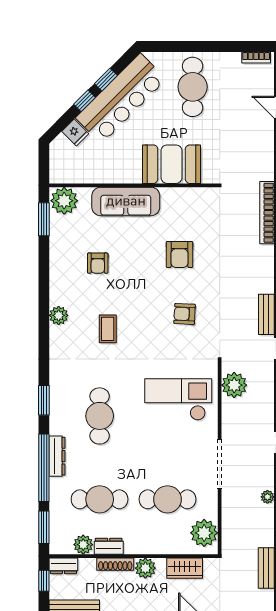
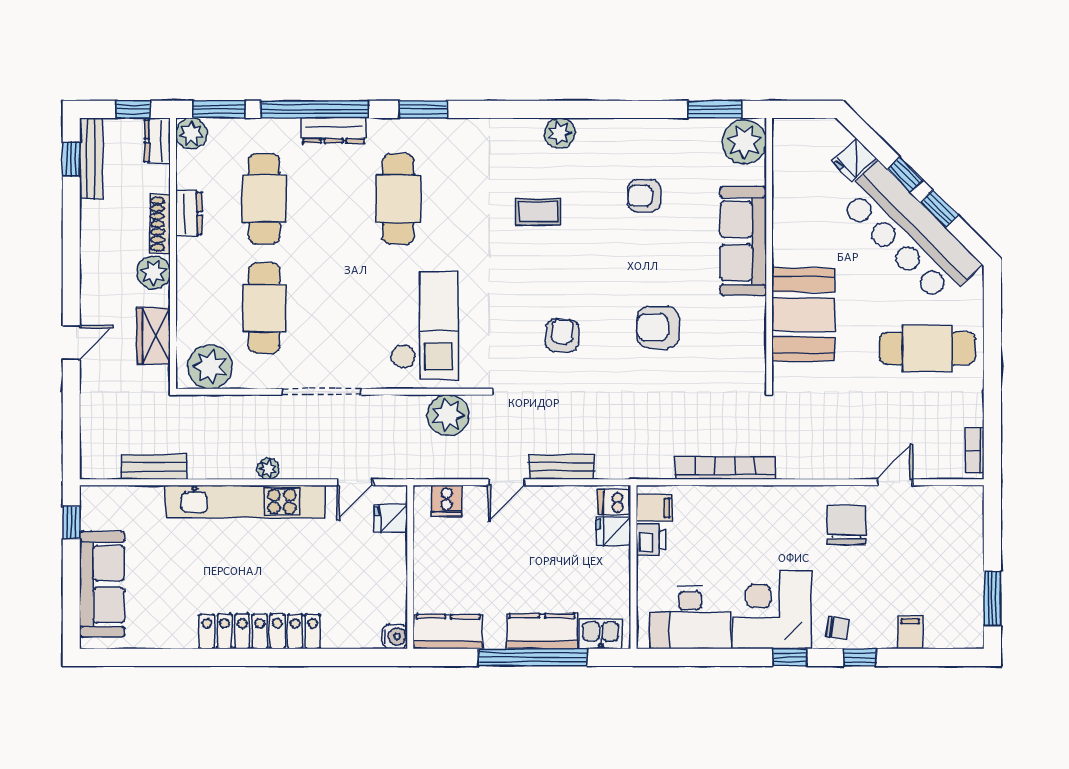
cafe table: (100, 416) -> (398, 199), turned 90
plant: (83, 545) -> (191, 133), moved

